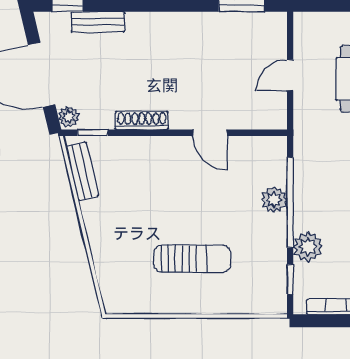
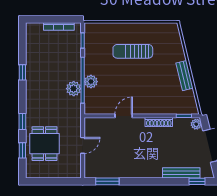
bench: (98, 22) -> (181, 173), width x1.36
door: (210, 133) -> (124, 116), hinge flipped
bench: (82, 171) -> (185, 76), moved
plant: (308, 247) -> (74, 89), moved

